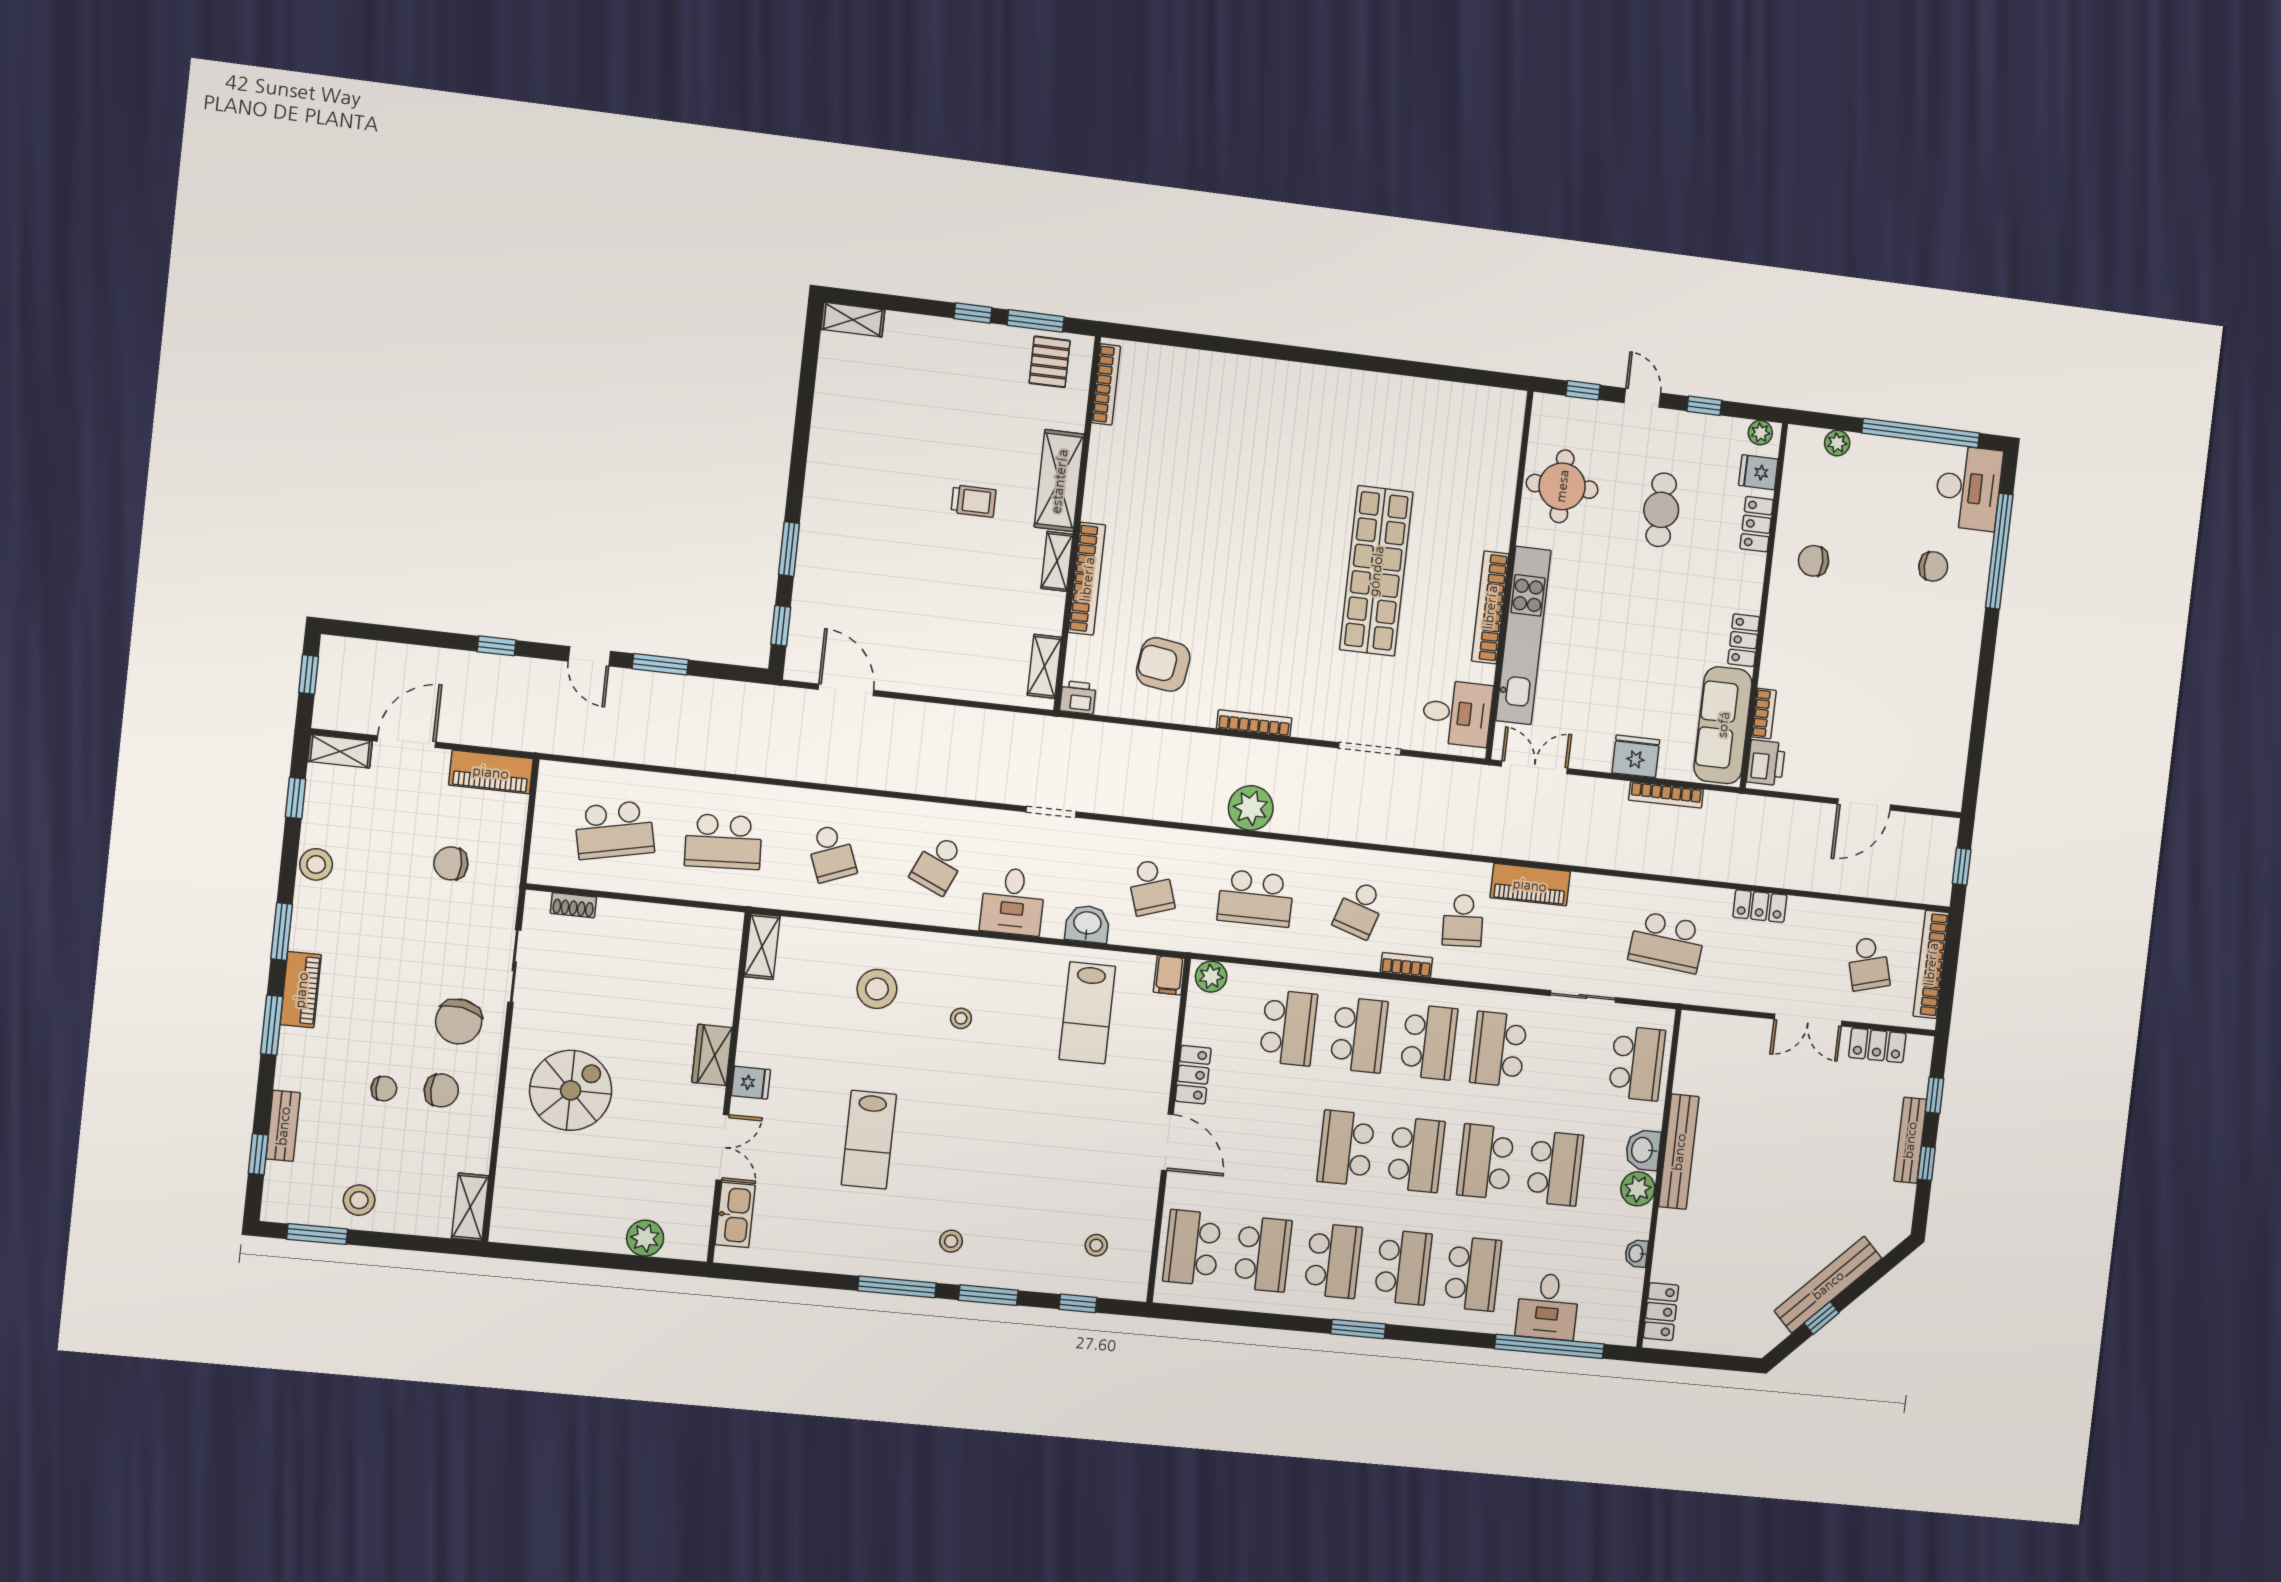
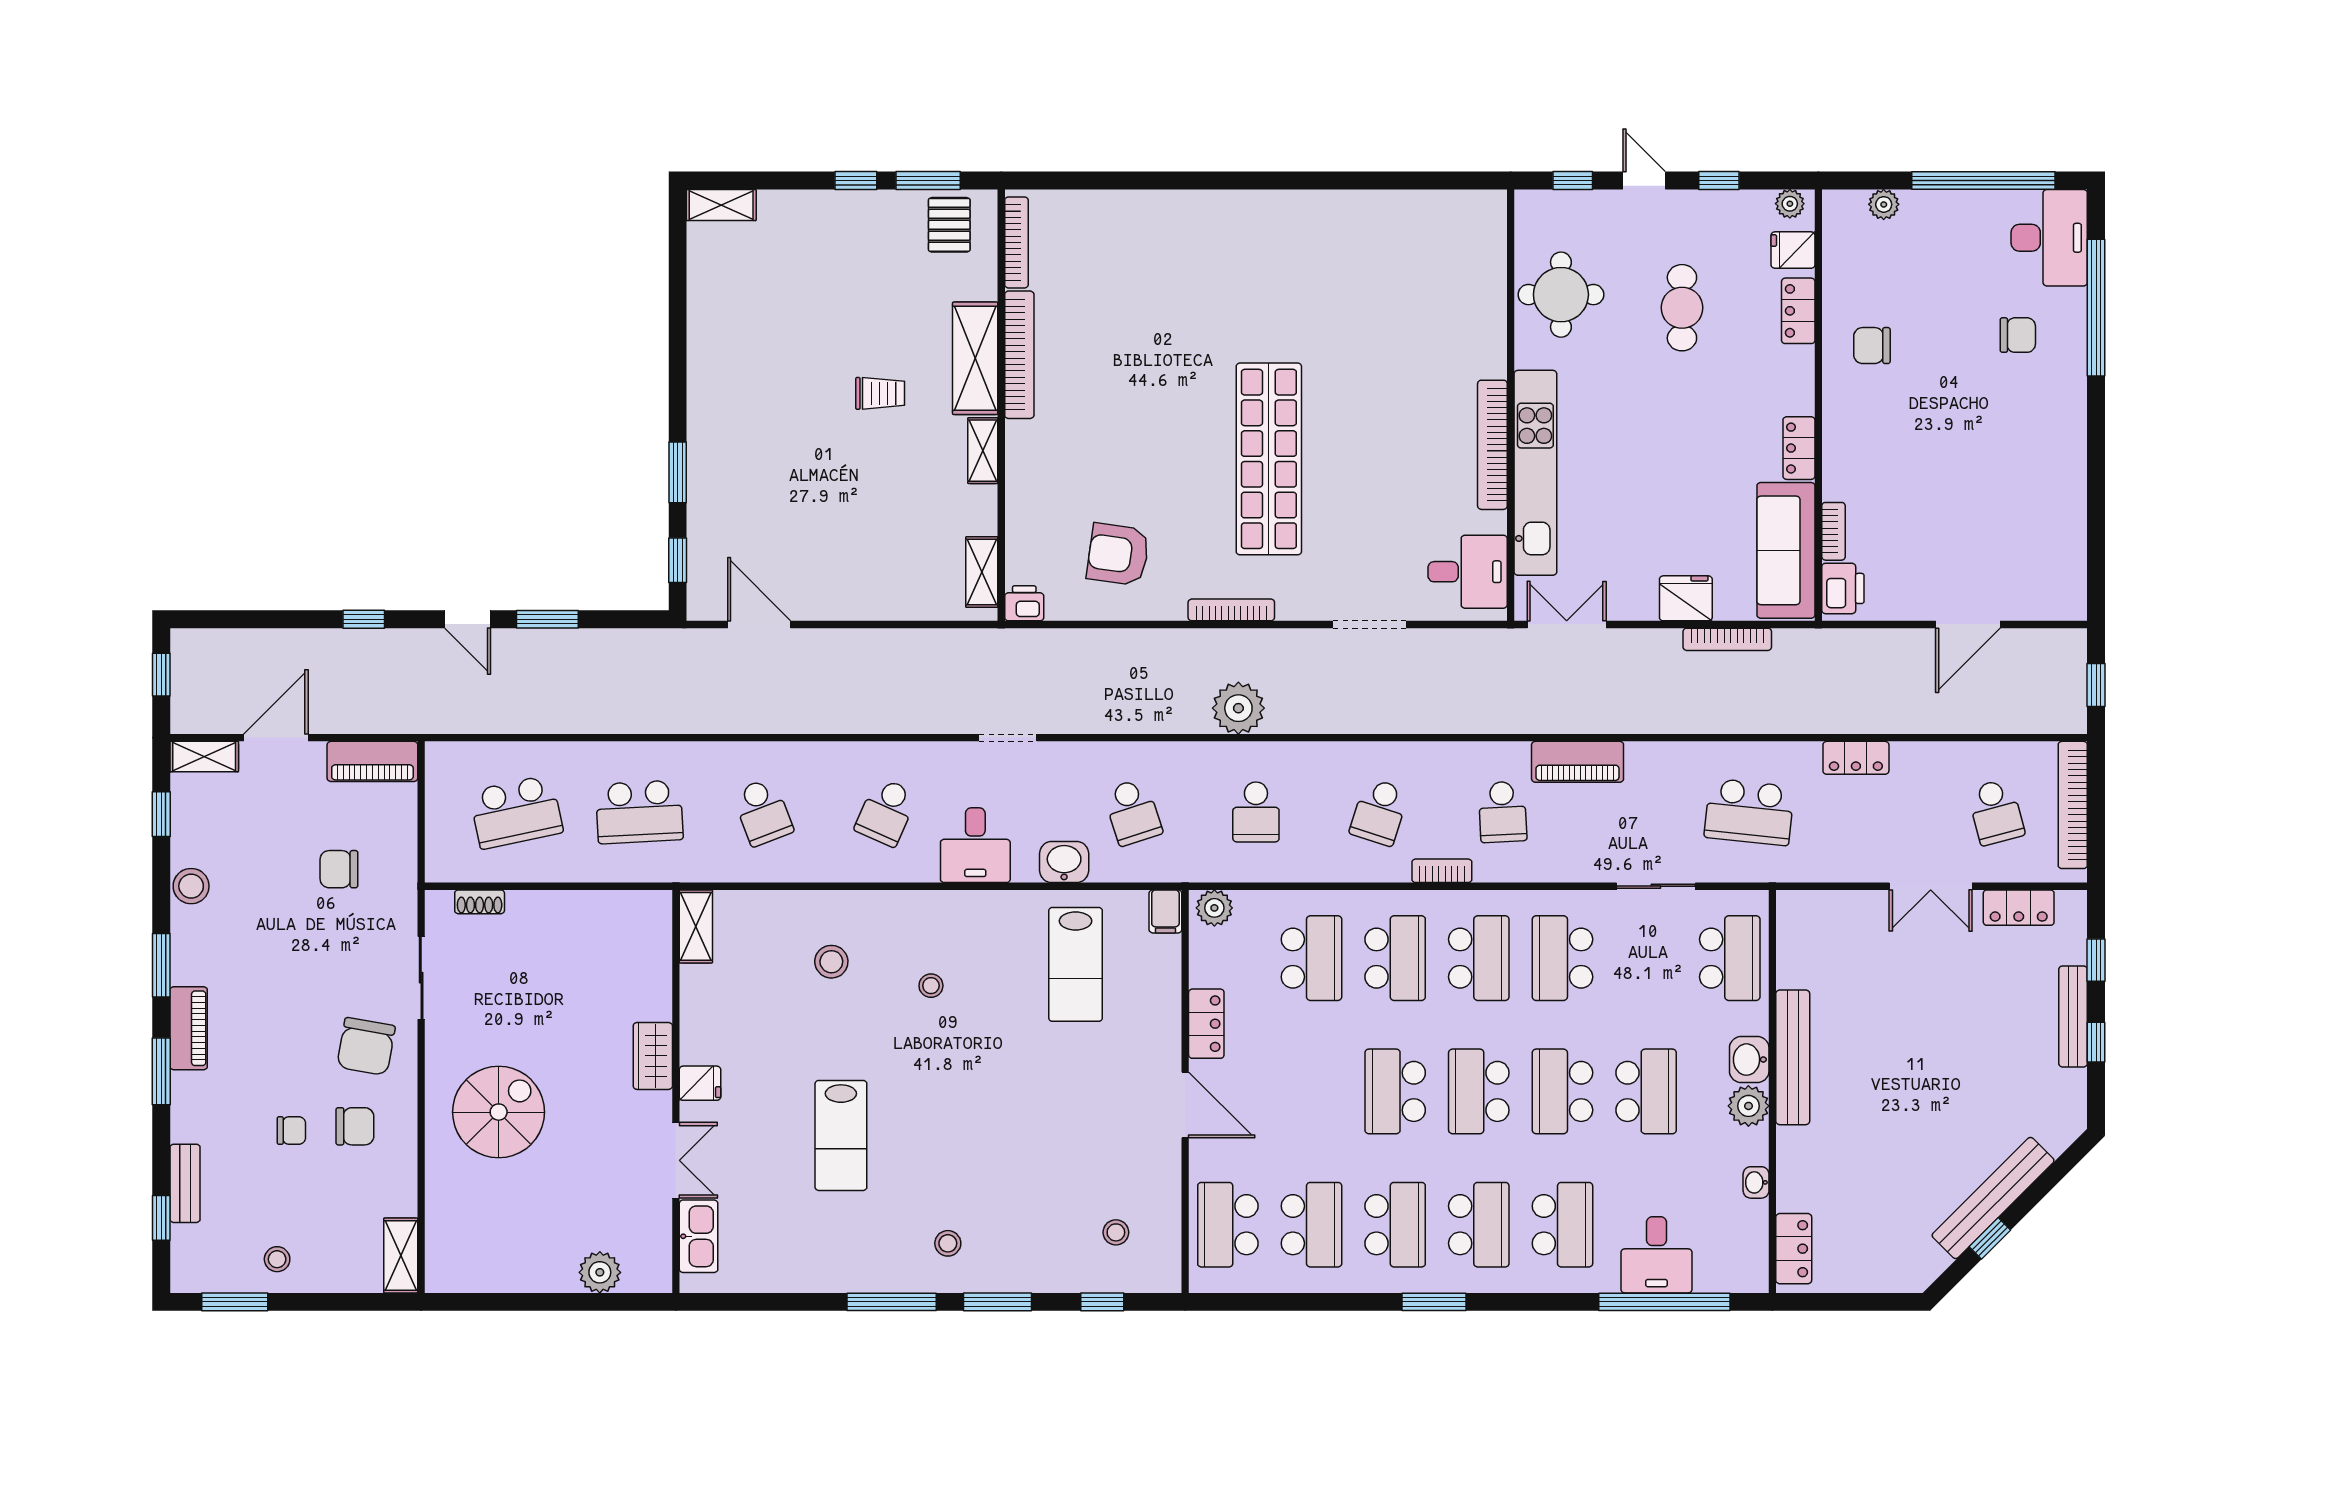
shop shelf: (1376, 571) -> (1269, 459), moved
bookcase: (1087, 579) -> (1019, 355), moved
school desk: (1256, 898) -> (1256, 812), width x0.54
stool: (877, 989) -> (831, 962), width x0.73, depth x0.73
school desk: (1416, 1155) -> (1479, 1091), turned 180
stool: (359, 1200) -> (277, 1259), width x0.73, depth x0.73

